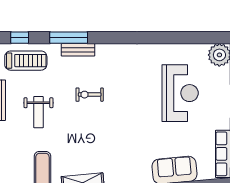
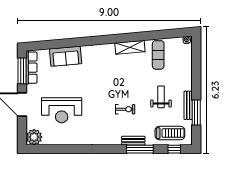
treadmill: (26, 61) -> (170, 133), turned 180
reception desk: (180, 93) -> (62, 110), turned -90

